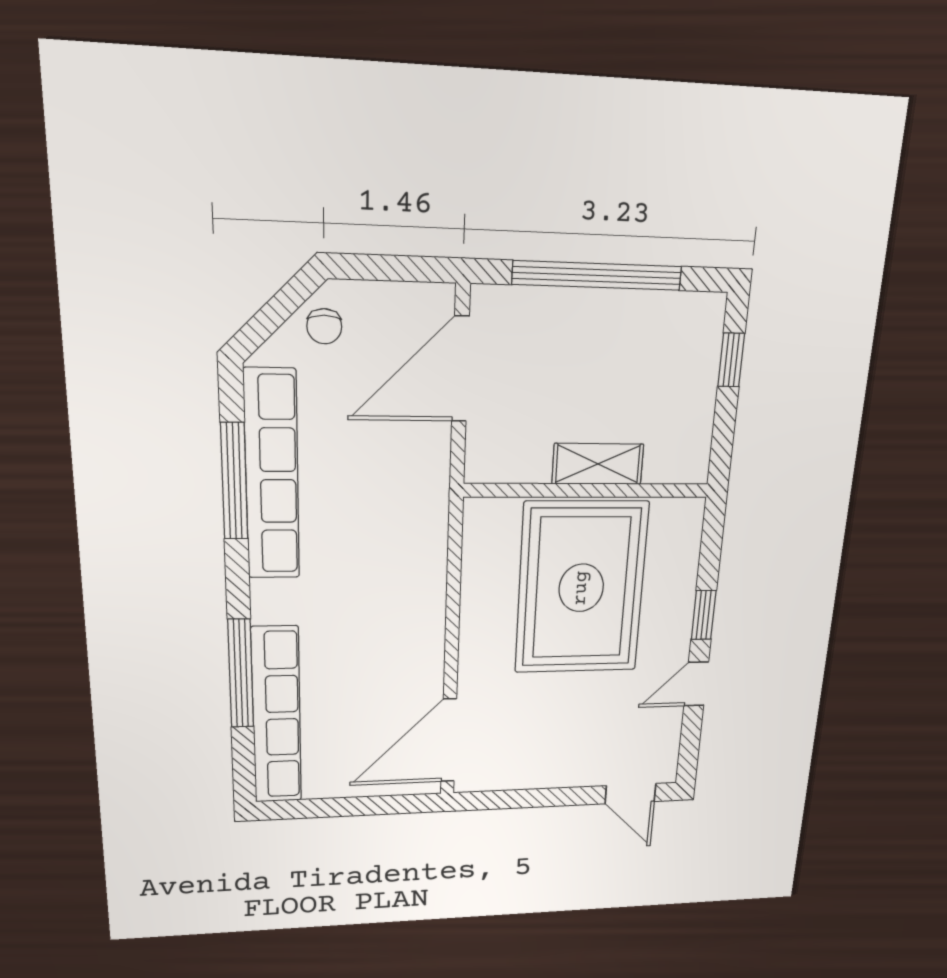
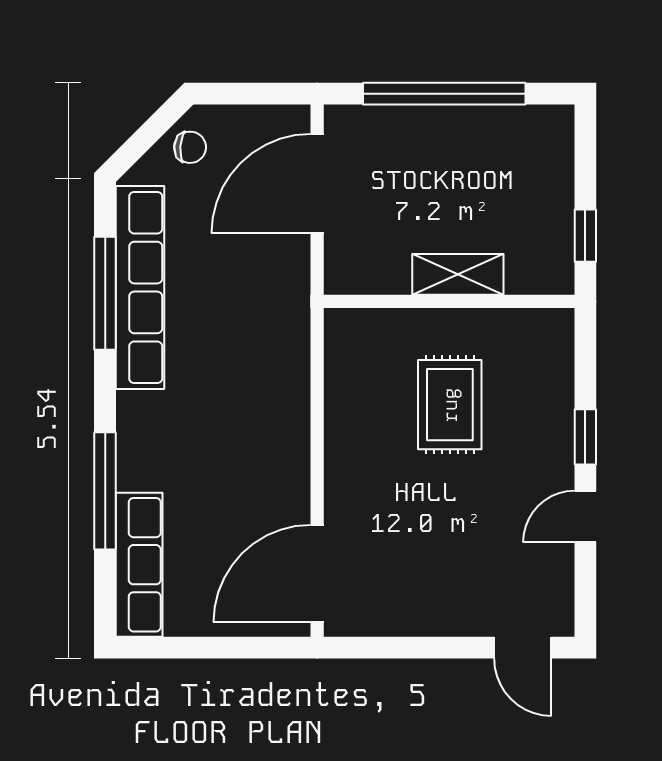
chair: (324, 326) -> (190, 147), turned -86
window: (731, 360) -> (585, 236), moved
rug: (581, 588) -> (450, 405), width x0.54, depth x0.49
row of seats: (277, 716) -> (139, 565), width x0.73

